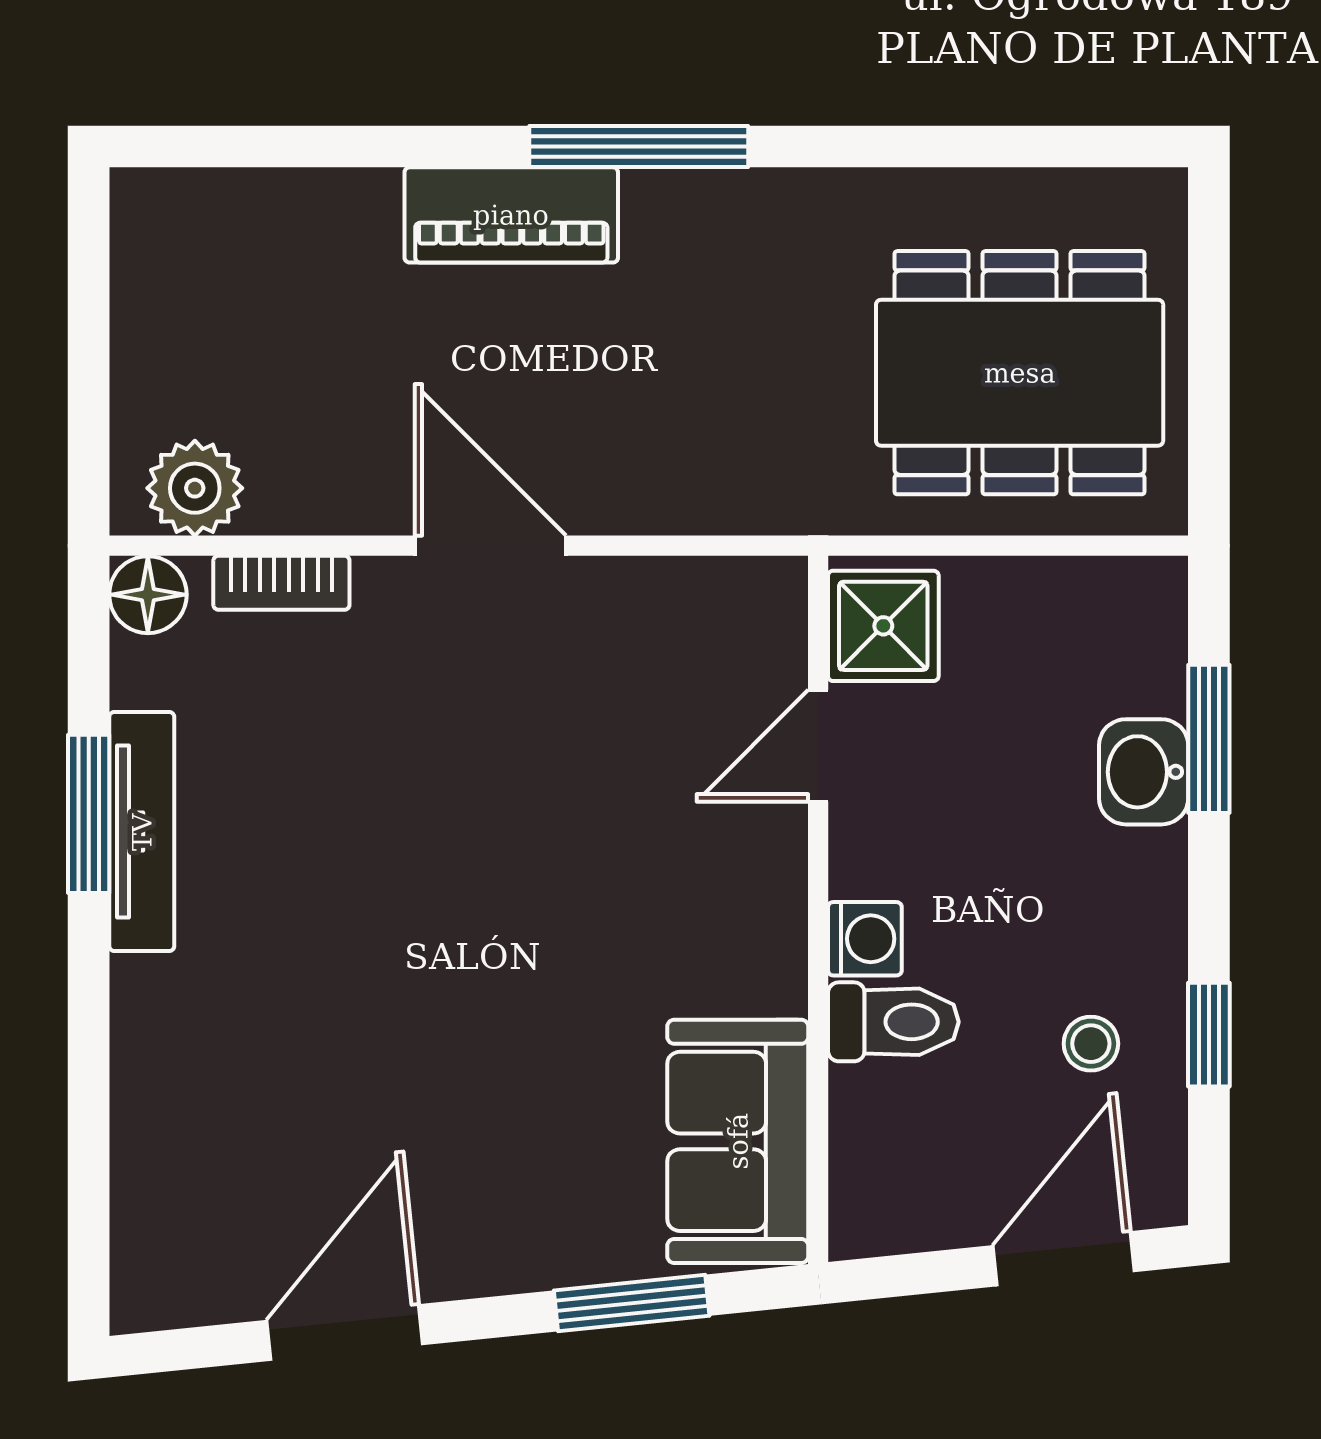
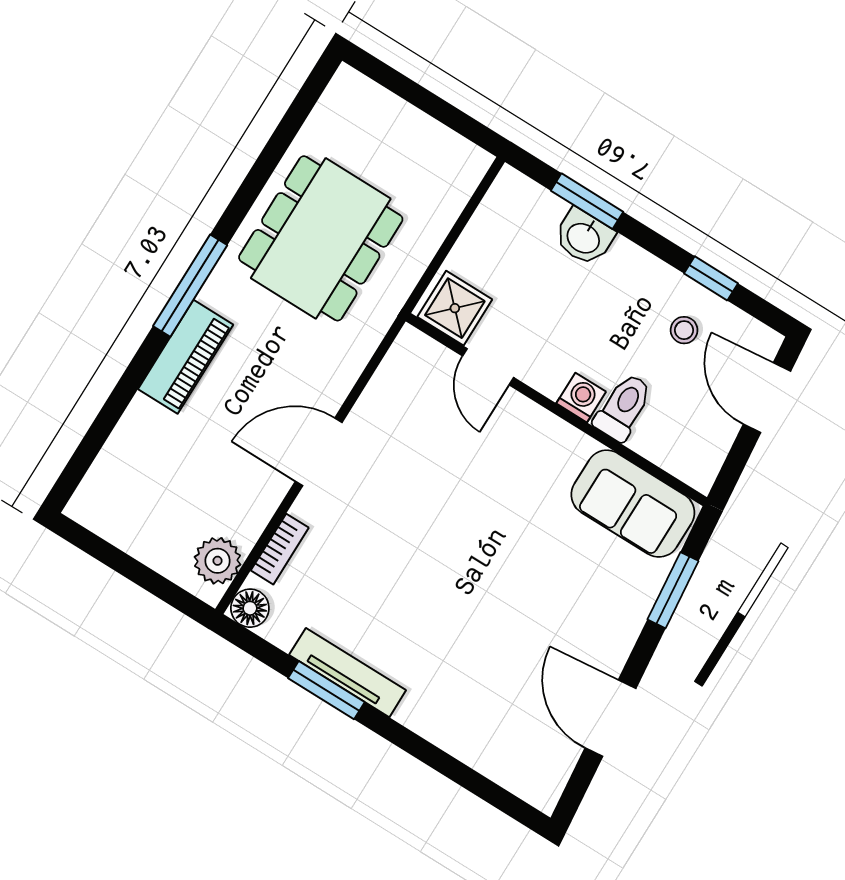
dining table: (1020, 373) -> (321, 238), moved

